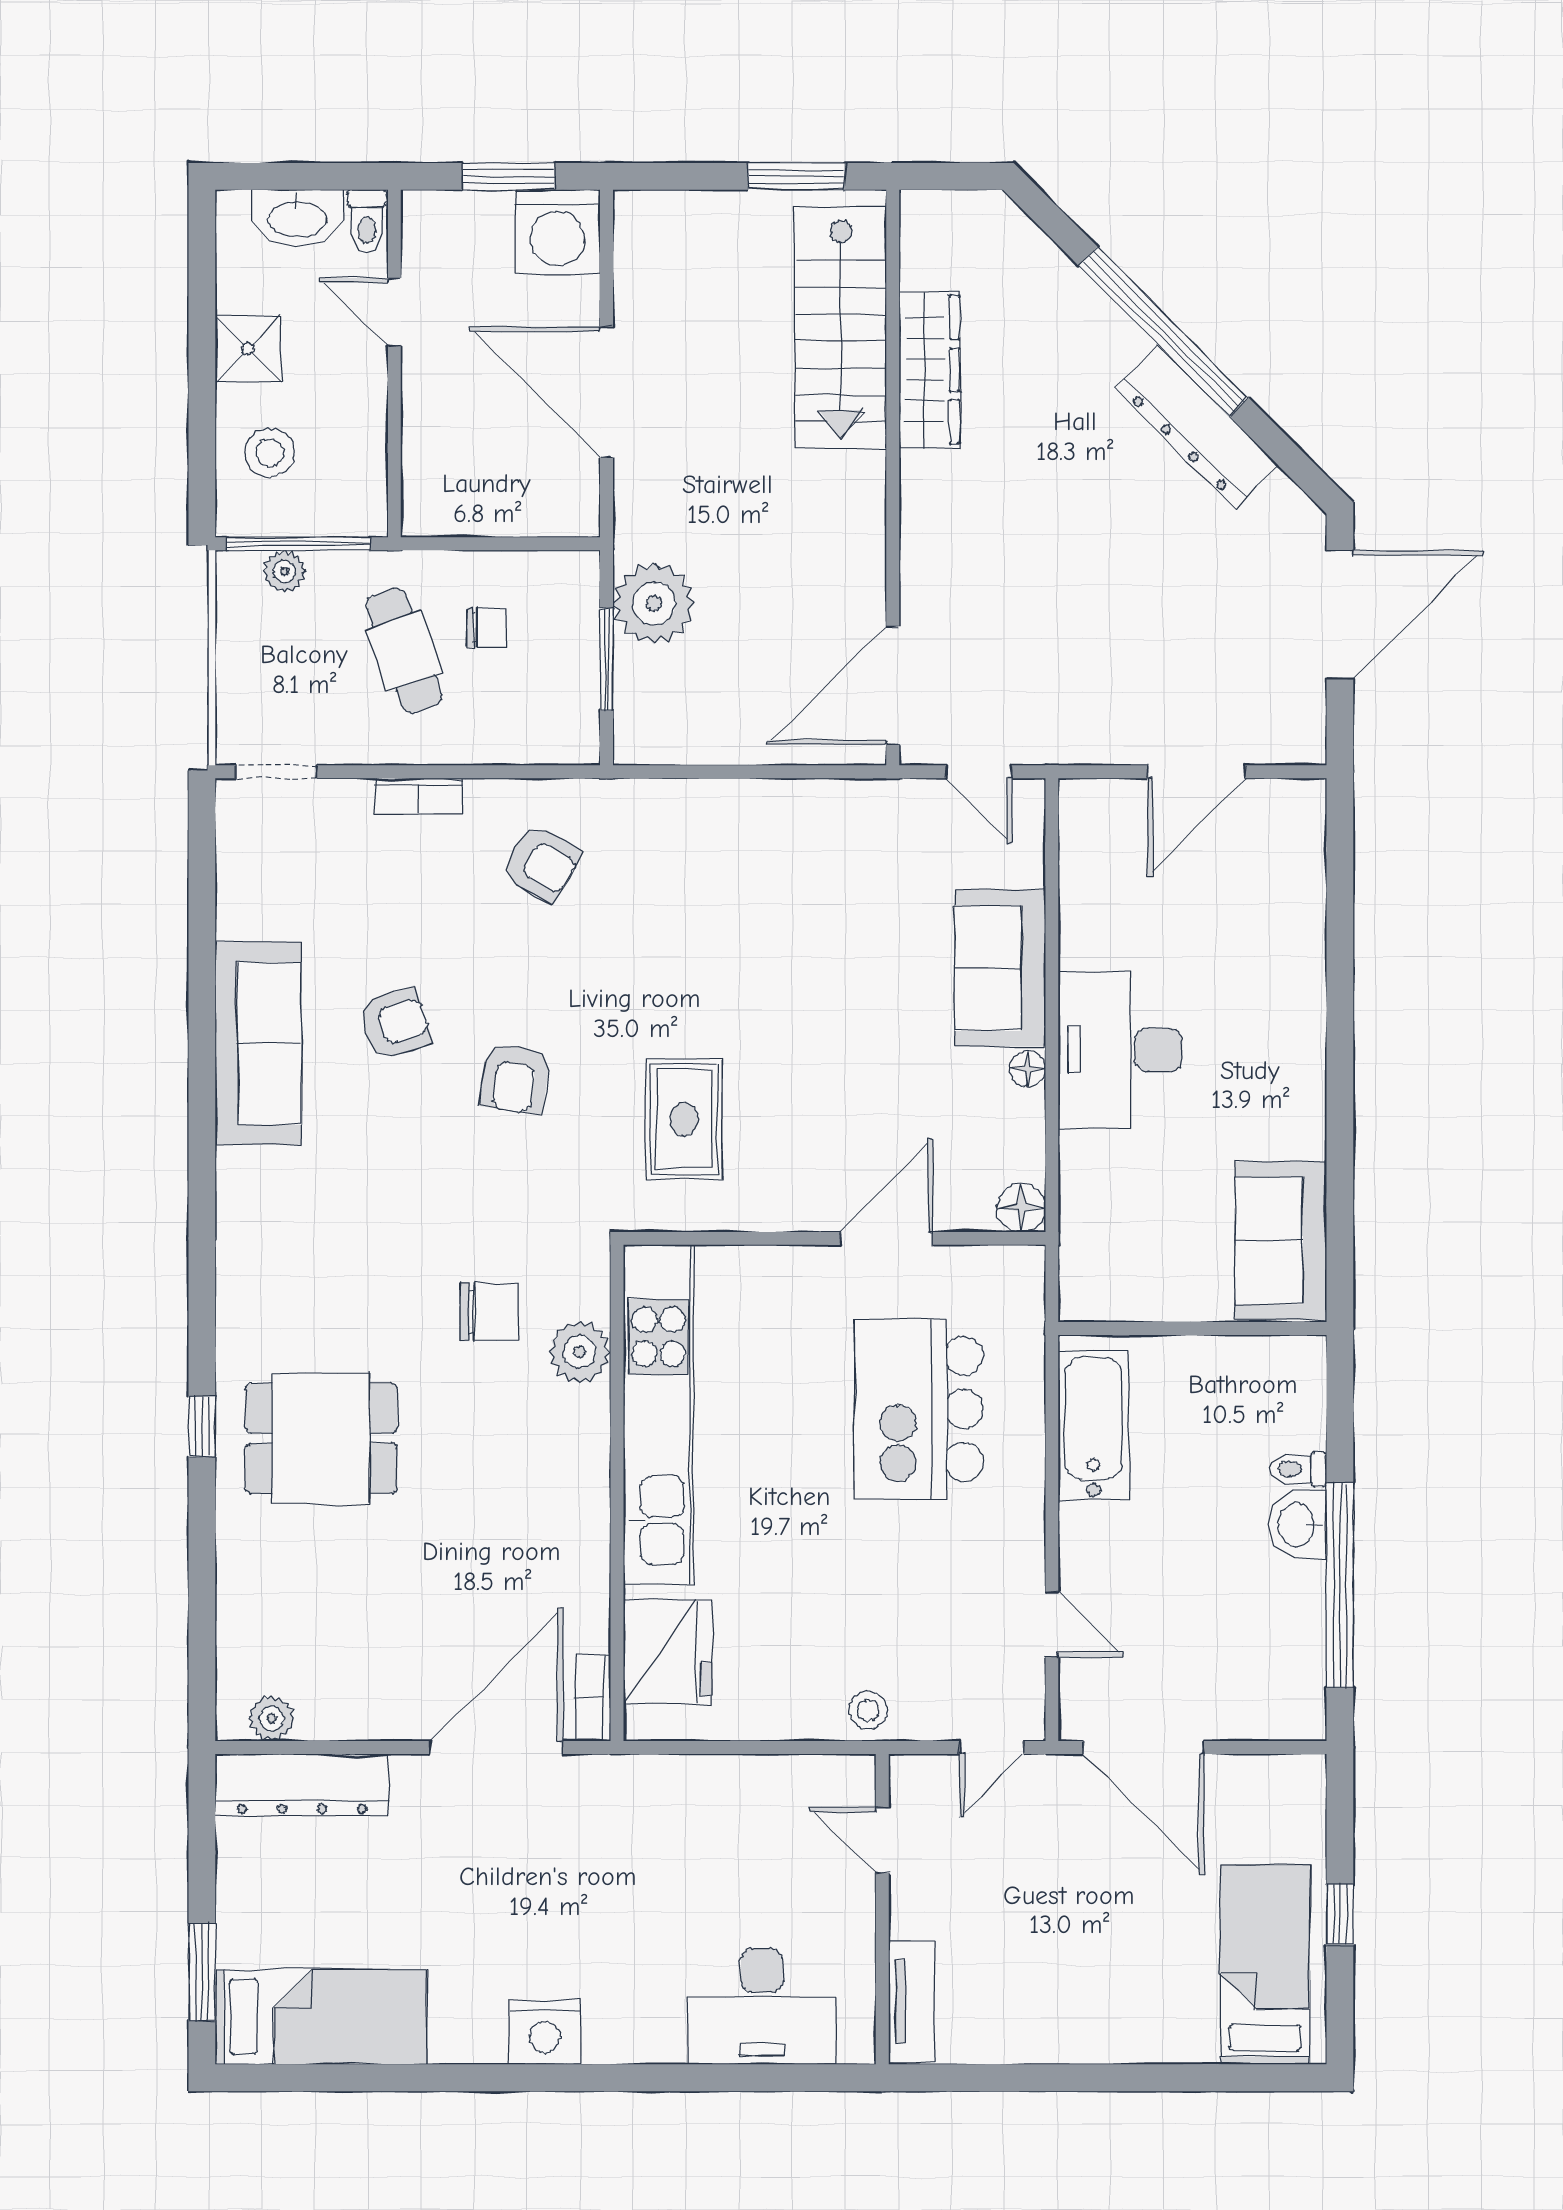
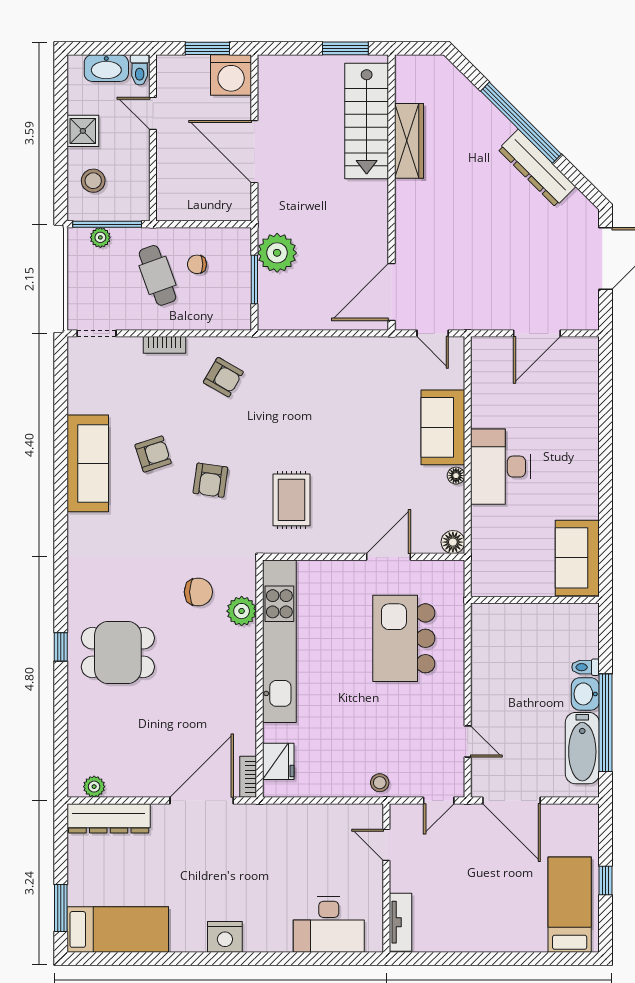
chair: (487, 627) -> (197, 264), turned 180
bathtub: (1093, 1426) -> (582, 748), moved, turned 180
fridge: (667, 1652) -> (278, 761), width x0.73, depth x0.75

